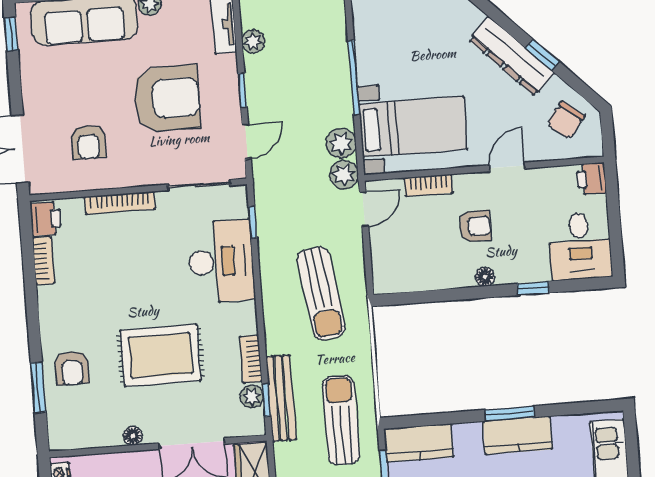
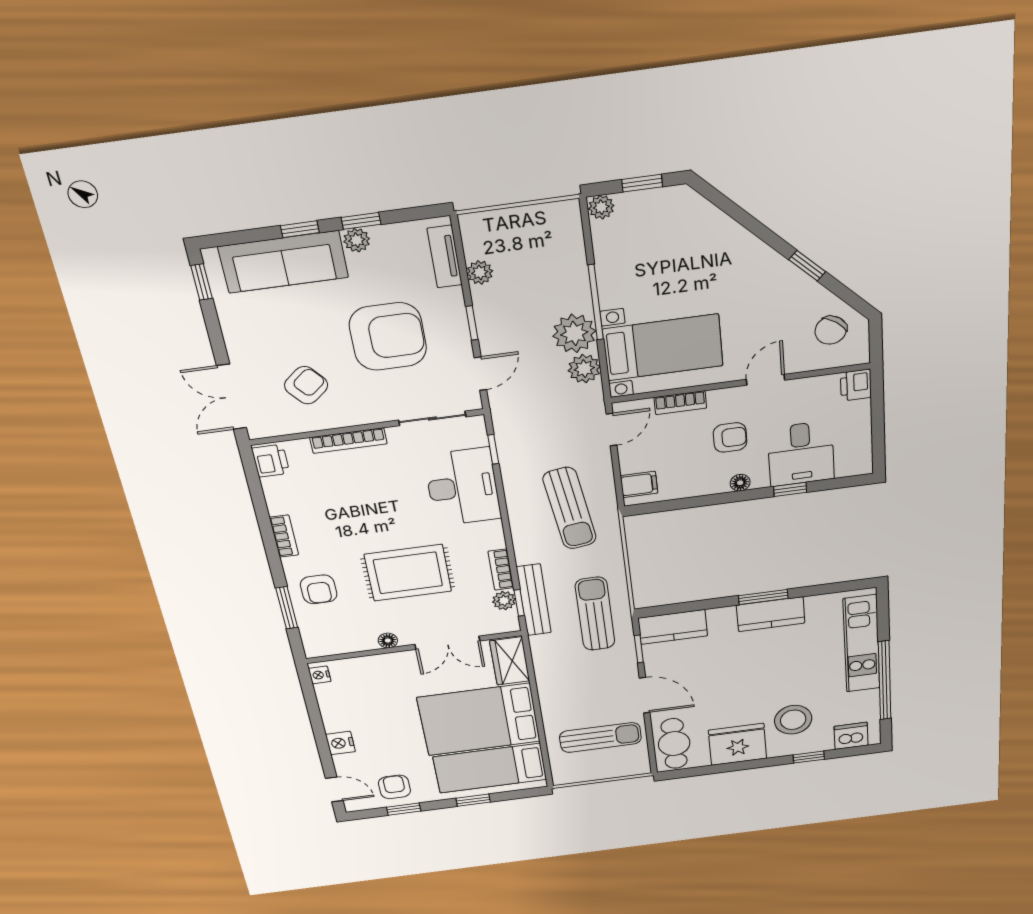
dresser: (512, 56) -> (773, 269), removed
armchair: (88, 142) -> (306, 385), turned -130
plant: (344, 175) -> (574, 333), moved, width x1.36, depth x1.36
desk: (580, 246) -> (801, 454), moved
bookcase: (44, 261) -> (284, 536), moved
filing cabinet: (388, 271) -> (639, 484), added

